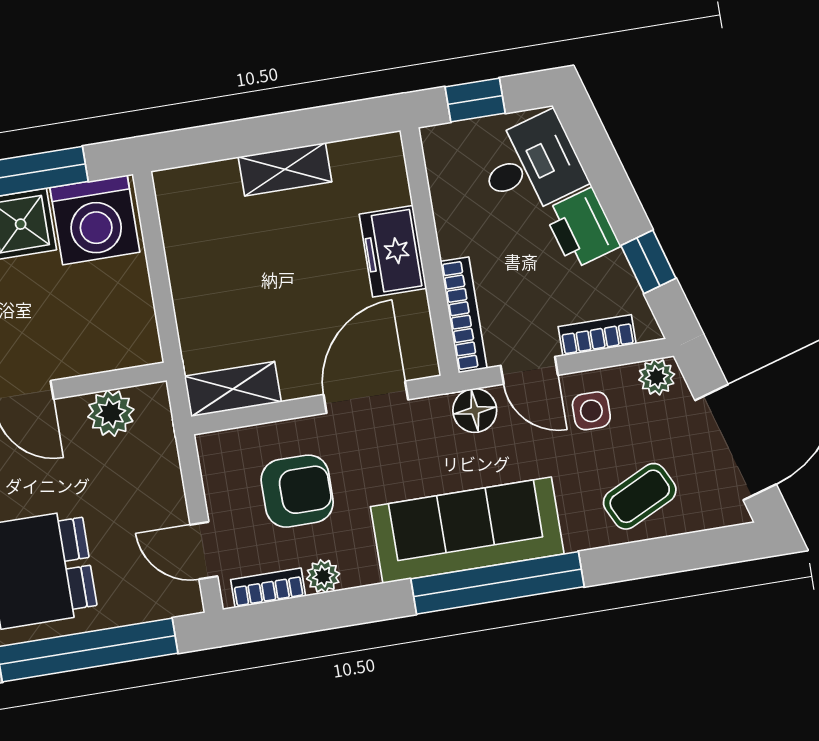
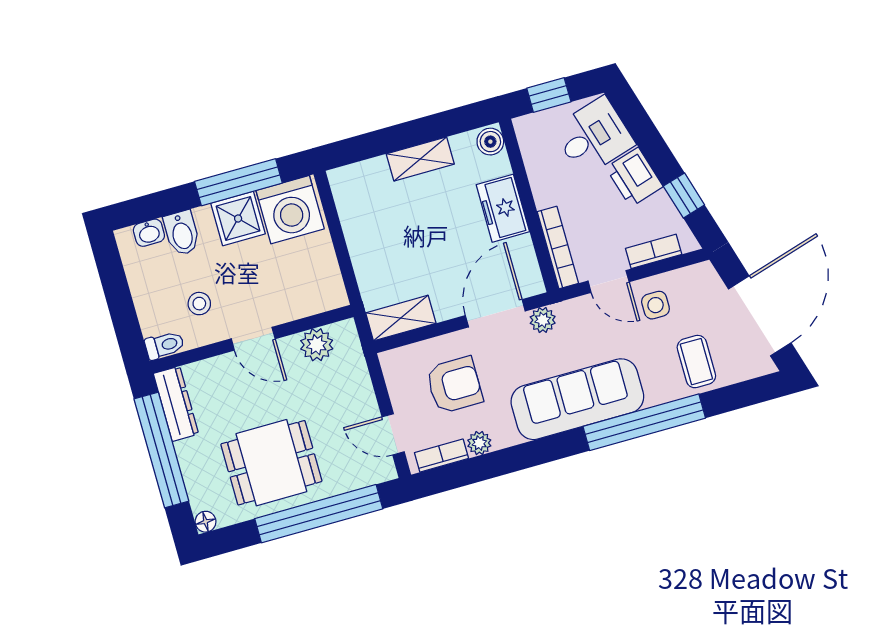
boiler: (386, 156) -> (490, 142), added
plant: (657, 377) -> (543, 320), moved
floor lamp: (475, 410) -> (573, 314), removed
coffee table: (640, 496) -> (696, 362), turned -64
window: (497, 583) -> (644, 422), moved

